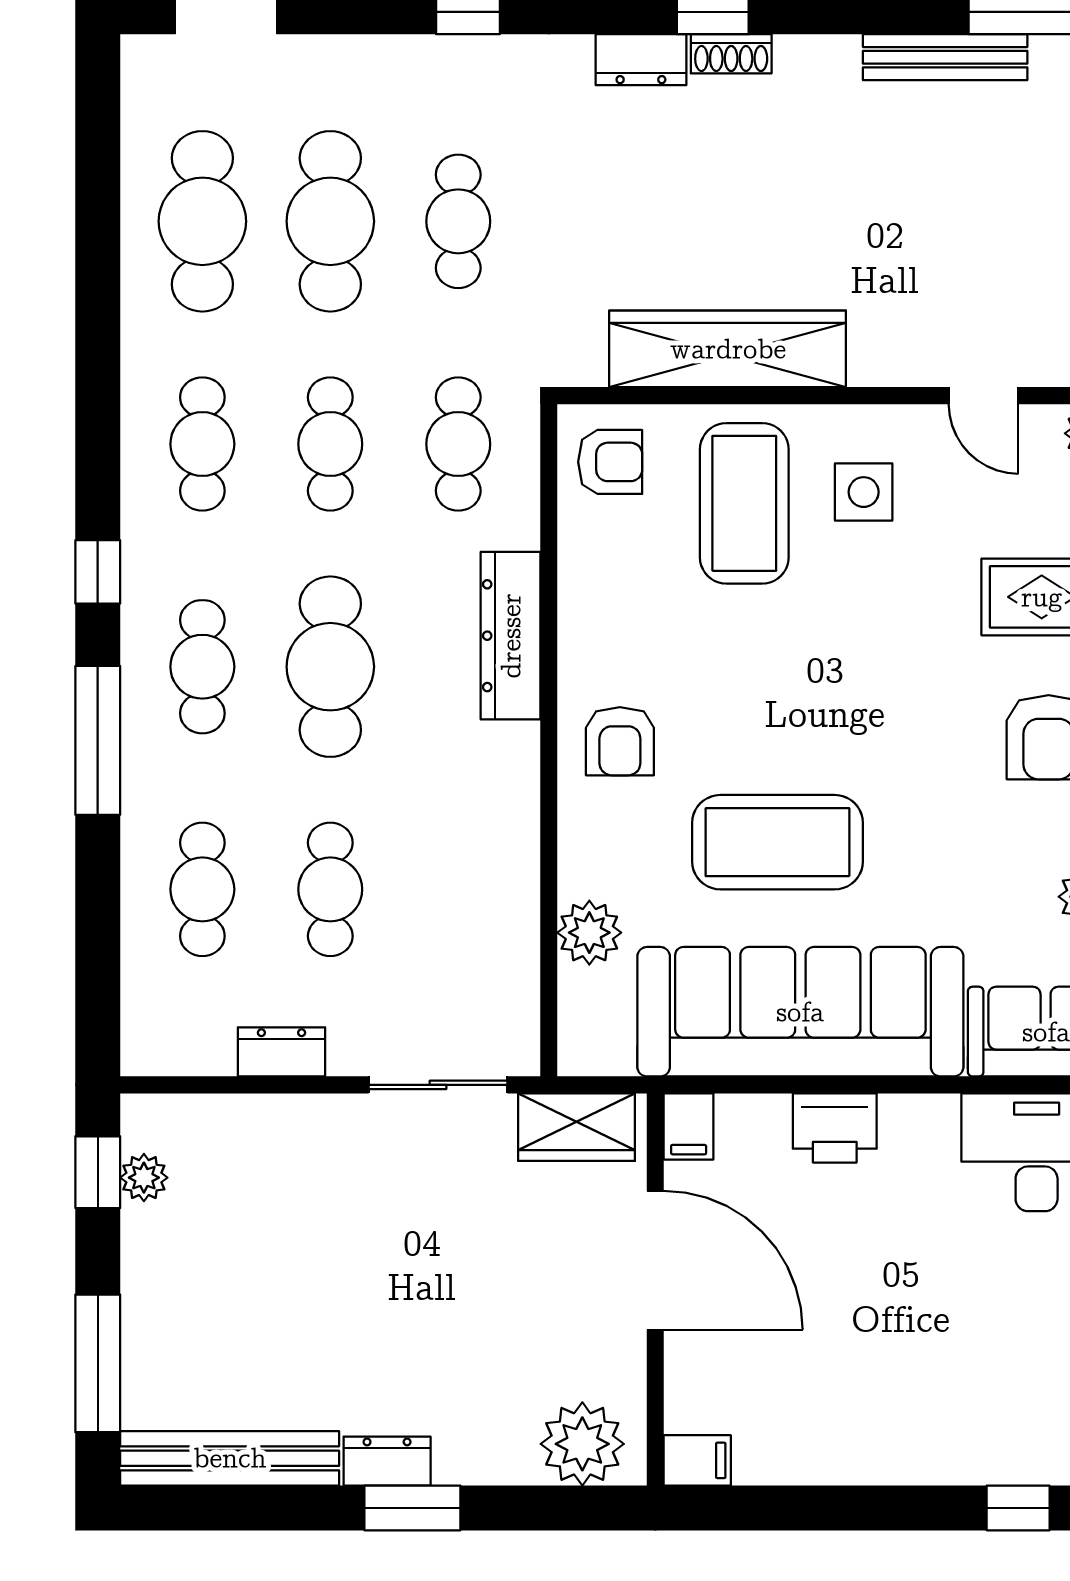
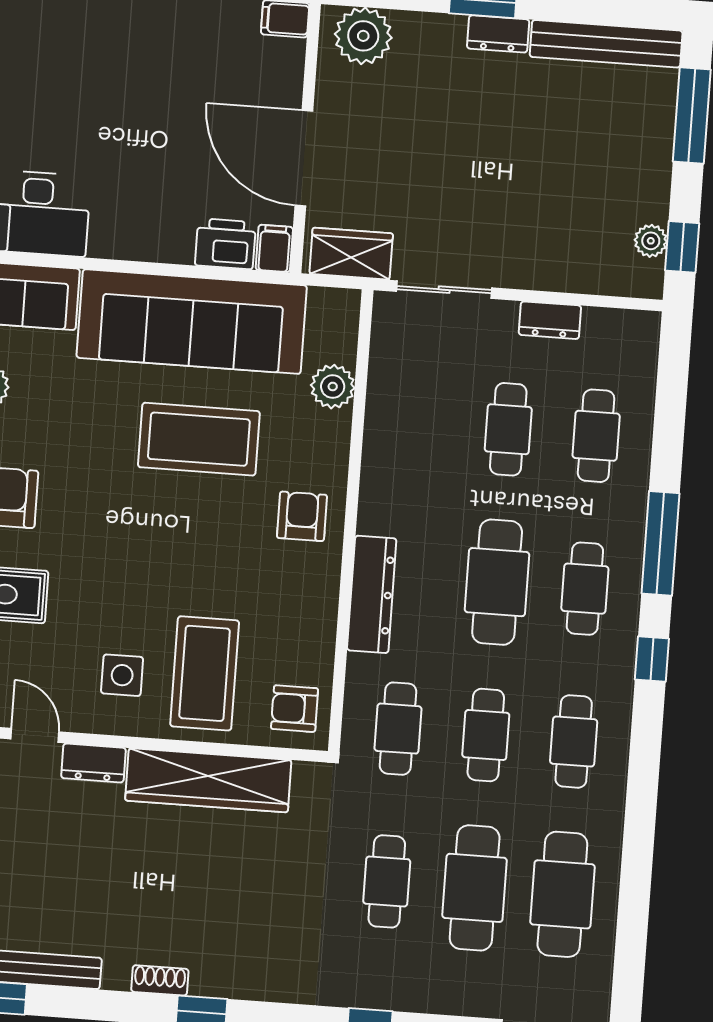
shoe rack: (731, 54) -> (160, 980), moved
dresser: (641, 60) -> (93, 763), moved, turned 180
printer: (835, 1128) -> (225, 244), moved

